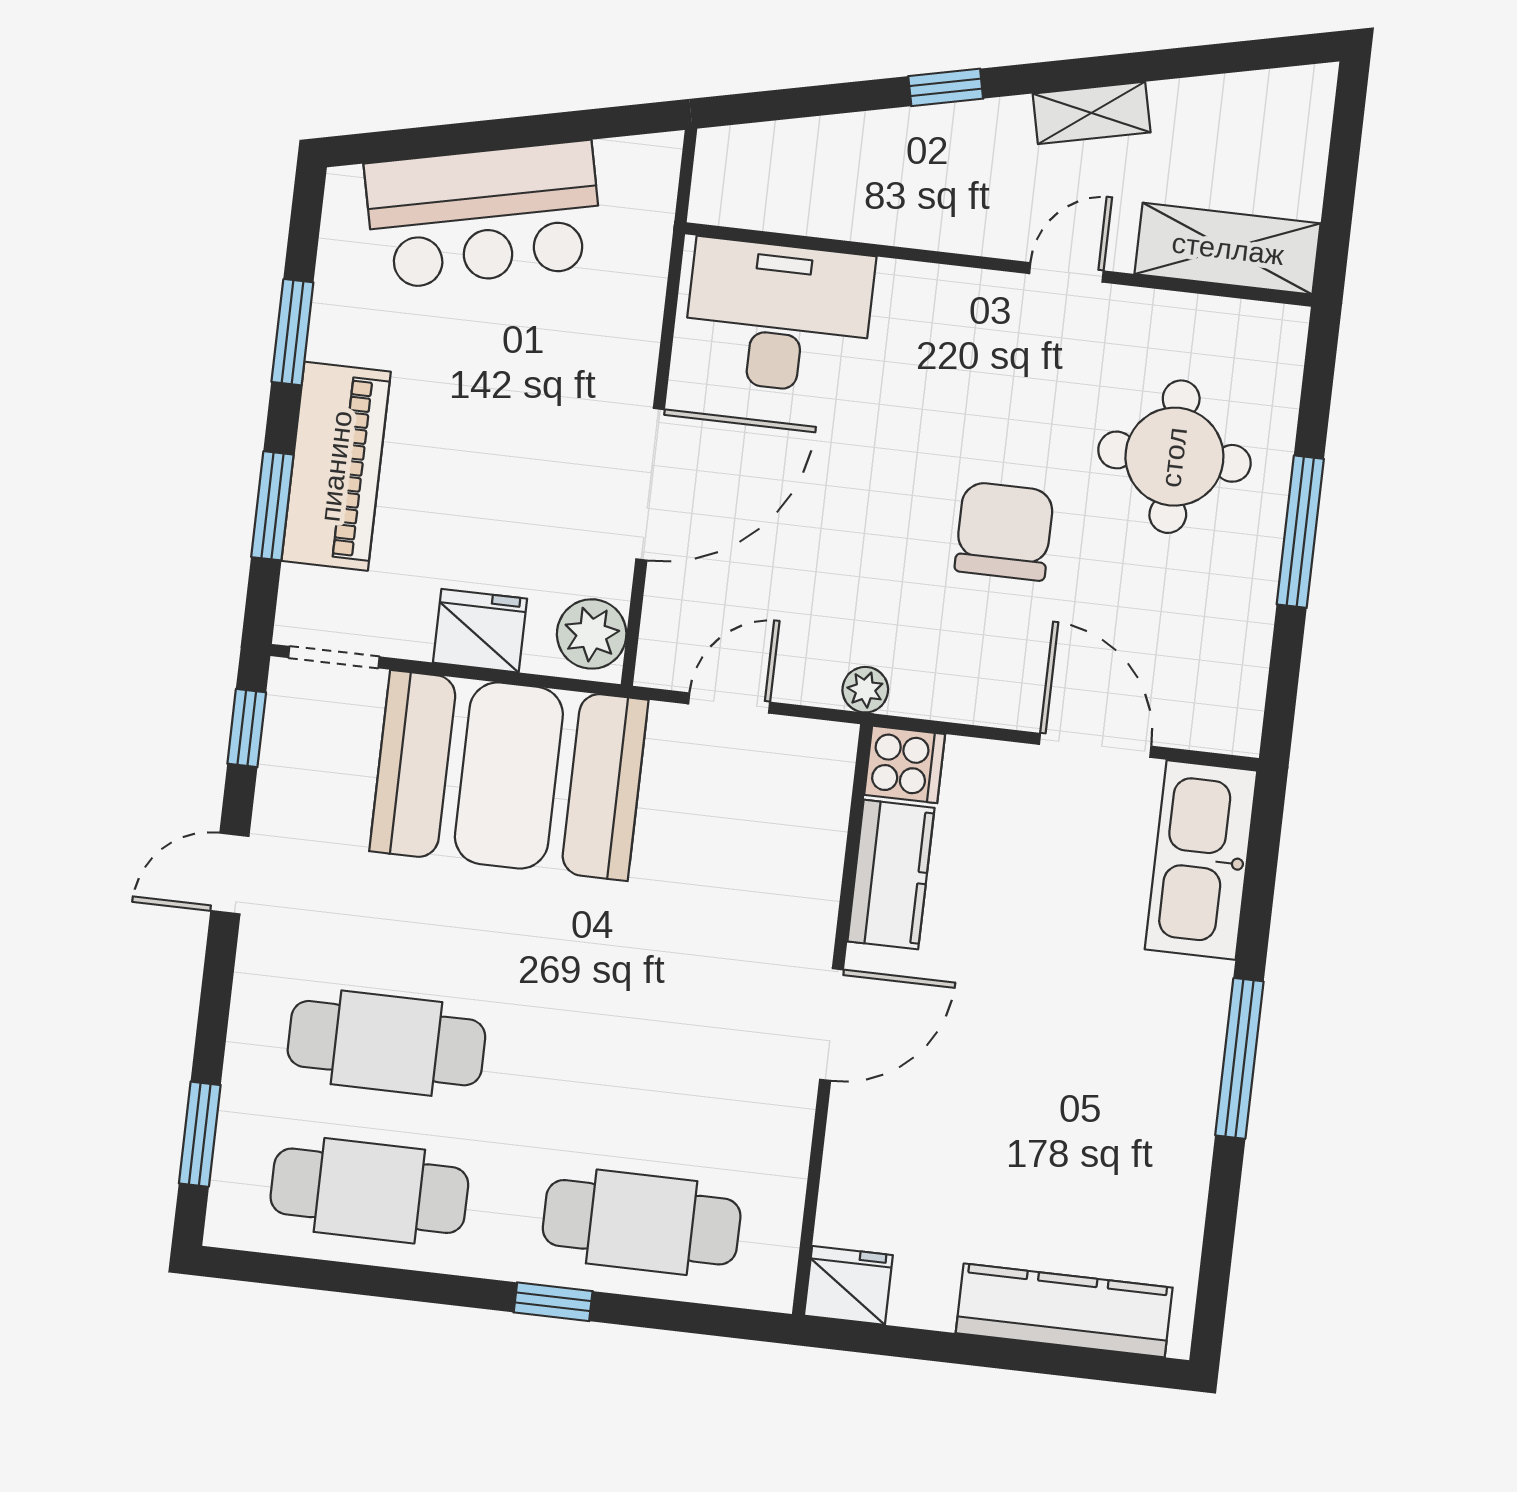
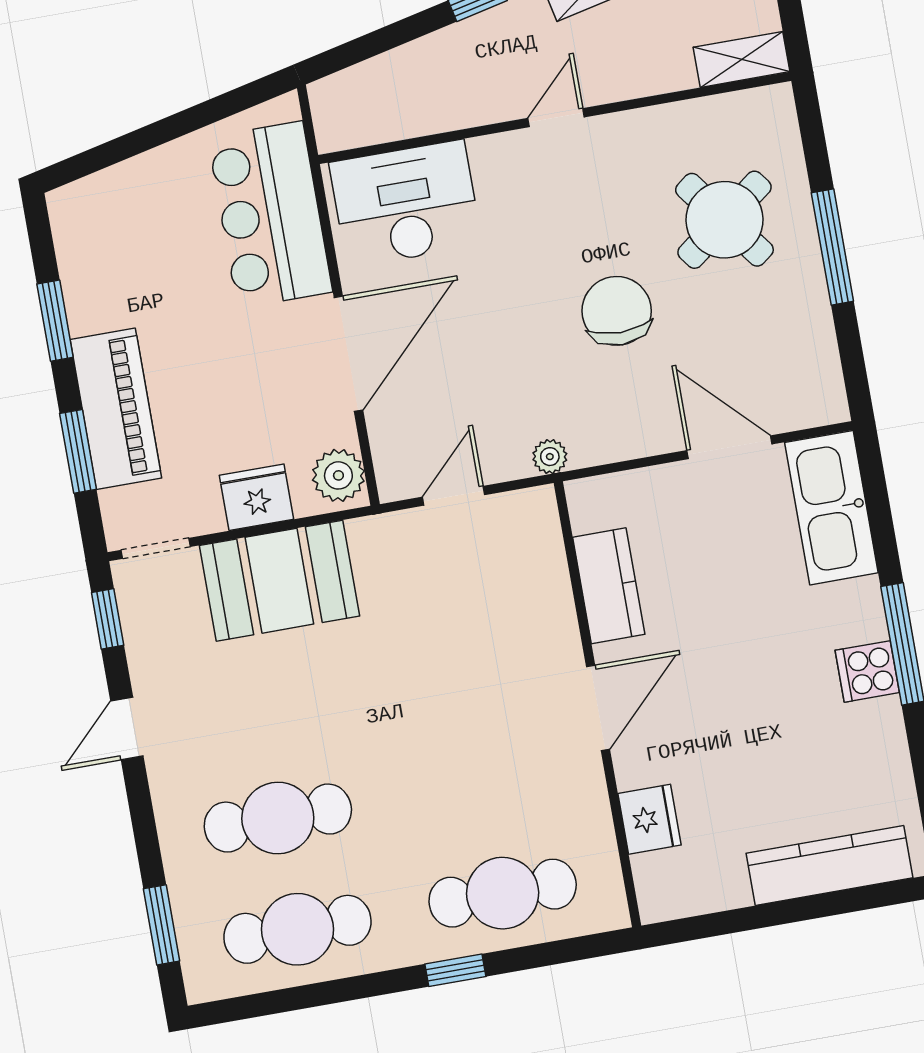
bar counter: (484, 215) -> (270, 215), moved, turned 103
shelving: (1228, 249) -> (742, 59), width x0.67, depth x0.75
door: (1066, 272) -> (556, 118), moved
round table: (1174, 457) -> (724, 220), turned -37
cooker: (905, 764) -> (867, 671), moved, turned 180
booth: (509, 775) -> (279, 581), width x0.73, depth x0.70
fridge: (848, 1285) -> (649, 819), moved, turned 90

